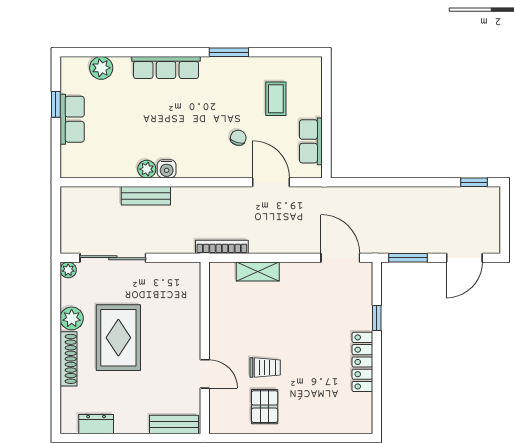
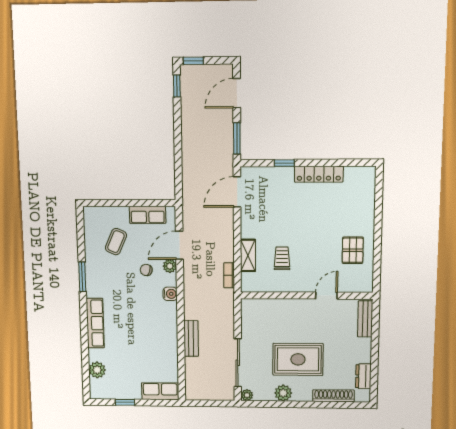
coffee table: (276, 99) -> (116, 242), turned -66
row of seats: (72, 119) -> (160, 391), moved
plant: (147, 169) -> (170, 266), moved
water cooler: (167, 169) -> (170, 294), moved
window: (505, 204) -> (193, 61), added
bookcase: (222, 247) -> (229, 275), width x0.64
door: (464, 258) -> (237, 93), swing flipped
shoe rack: (69, 359) -> (333, 396), moved
trolley: (265, 368) -> (282, 258), moved
pallet: (265, 407) -> (353, 250), turned 90

